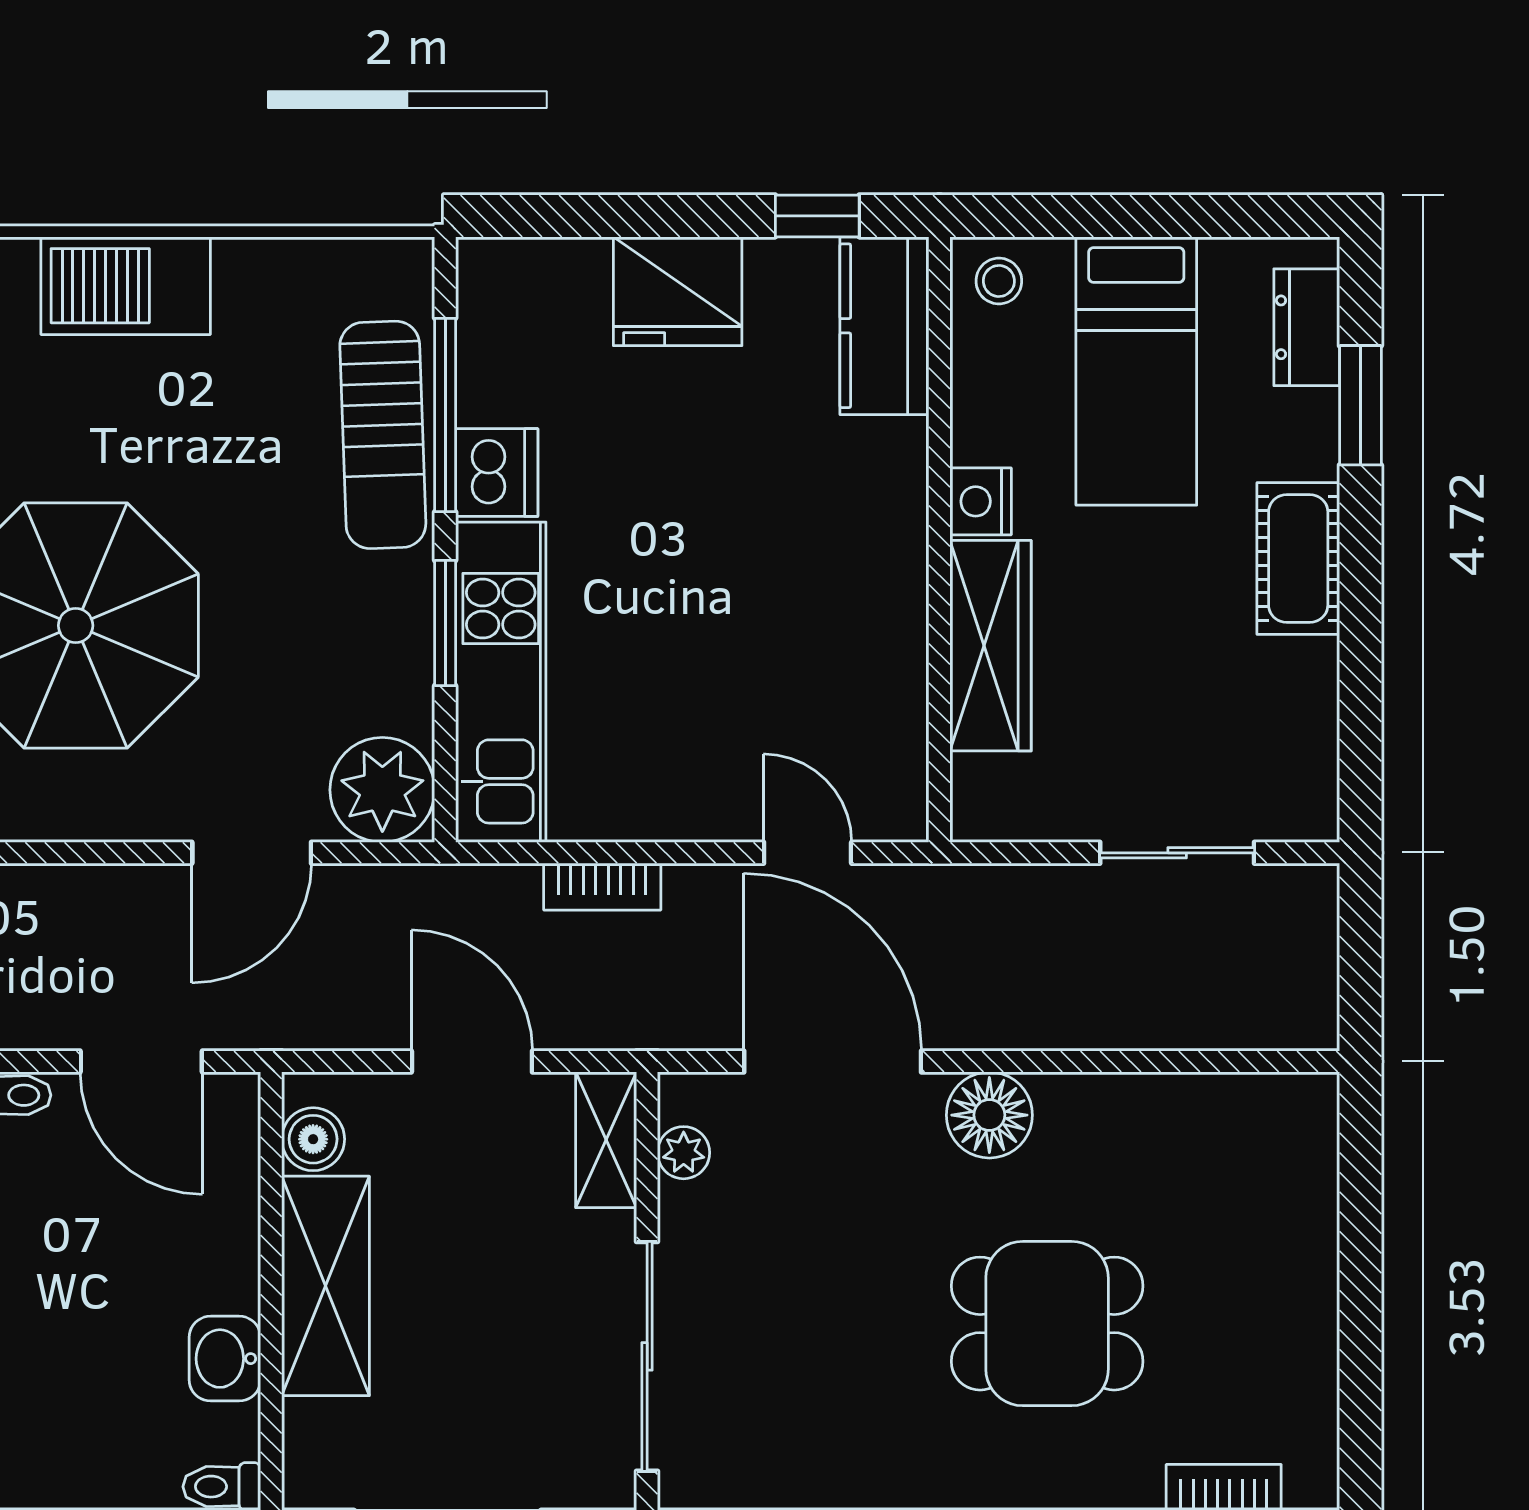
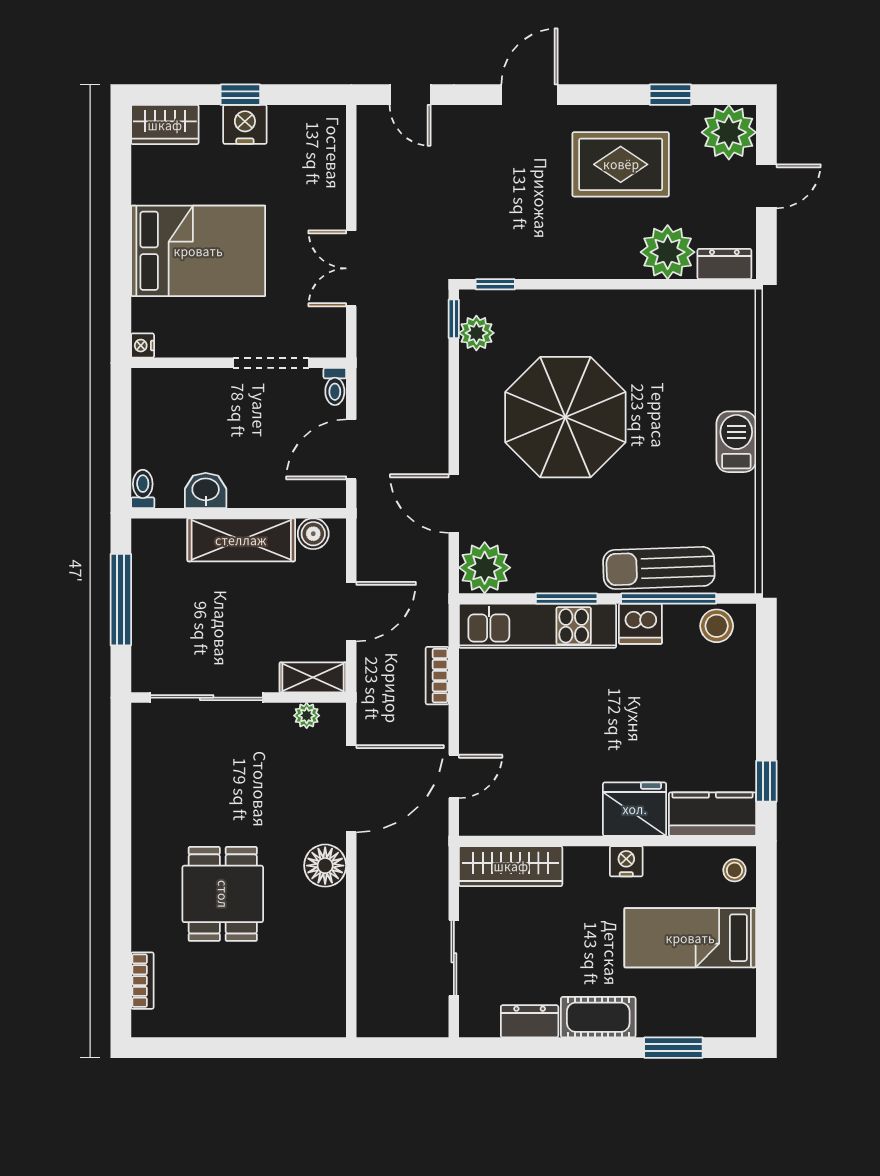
barbecue: (126, 286) -> (736, 442), width x0.73, depth x0.83
fridge: (678, 291) -> (635, 809), moved, turned 90
stool: (501, 317) -> (717, 626), added
dresser: (1307, 327) -> (530, 1021), moved
wardrobe: (990, 646) -> (511, 866), moved

